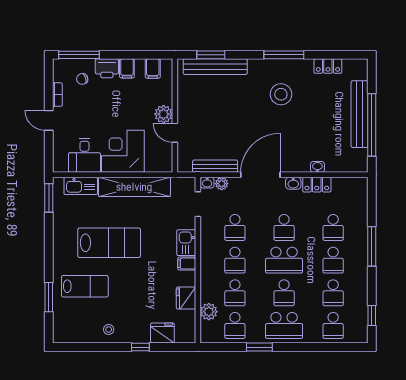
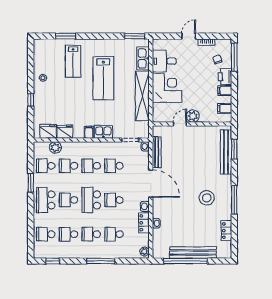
plant: (222, 184) -> (145, 252), moved
fridge: (162, 333) -> (48, 131), moved, turned -90

